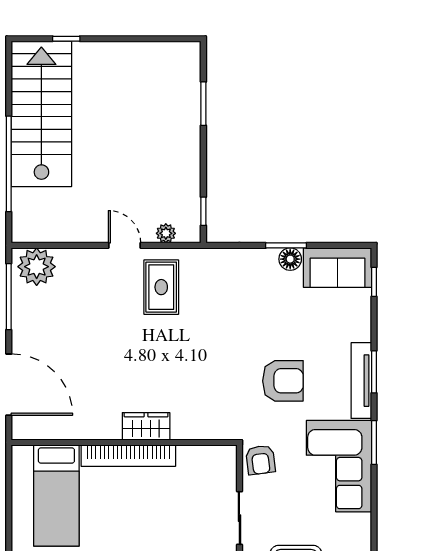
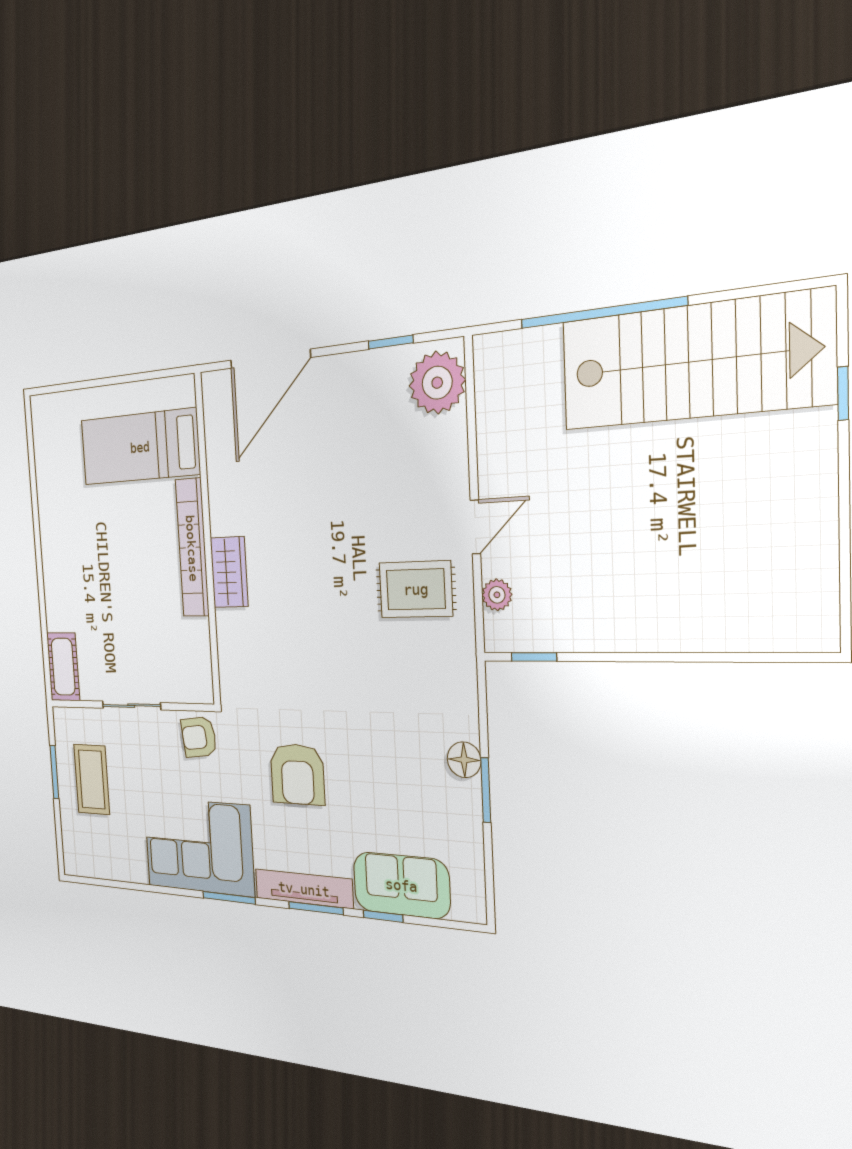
window: (203, 104) -> (719, 657), removed
floor lamp: (290, 259) -> (464, 760), moved
sofa: (337, 268) -> (401, 885), moved, turned 90
window: (374, 282) -> (383, 916), moved
window: (9, 297) -> (391, 342), width x0.46

